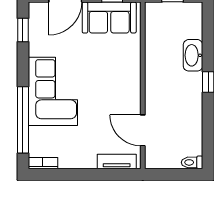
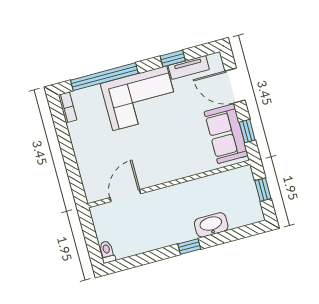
window: (23, 30) -> (173, 58), moved
tv unit: (117, 162) -> (189, 67), moved, turned 90

